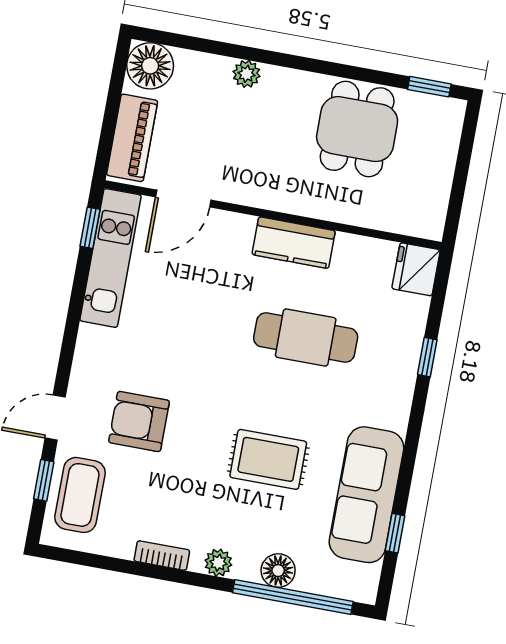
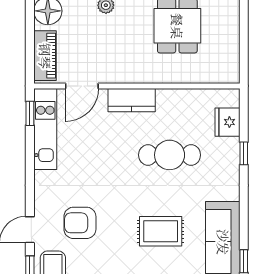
kitchen counter: (294, 243) -> (132, 100), moved
fridge: (416, 269) -> (227, 122), moved

